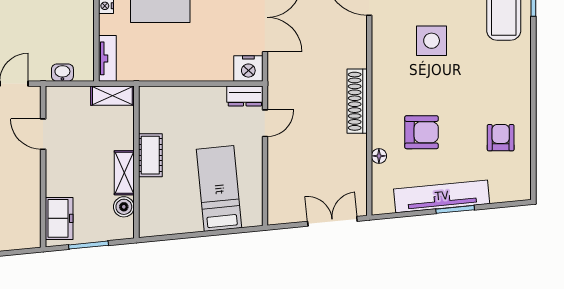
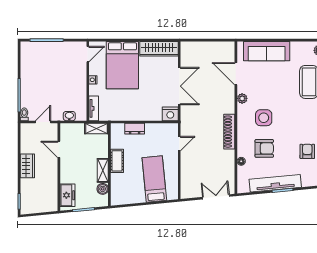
plant: (381, 40) -> (242, 98), added
side table: (432, 41) -> (264, 118), moved
dresser: (245, 96) -> (135, 129), moved

